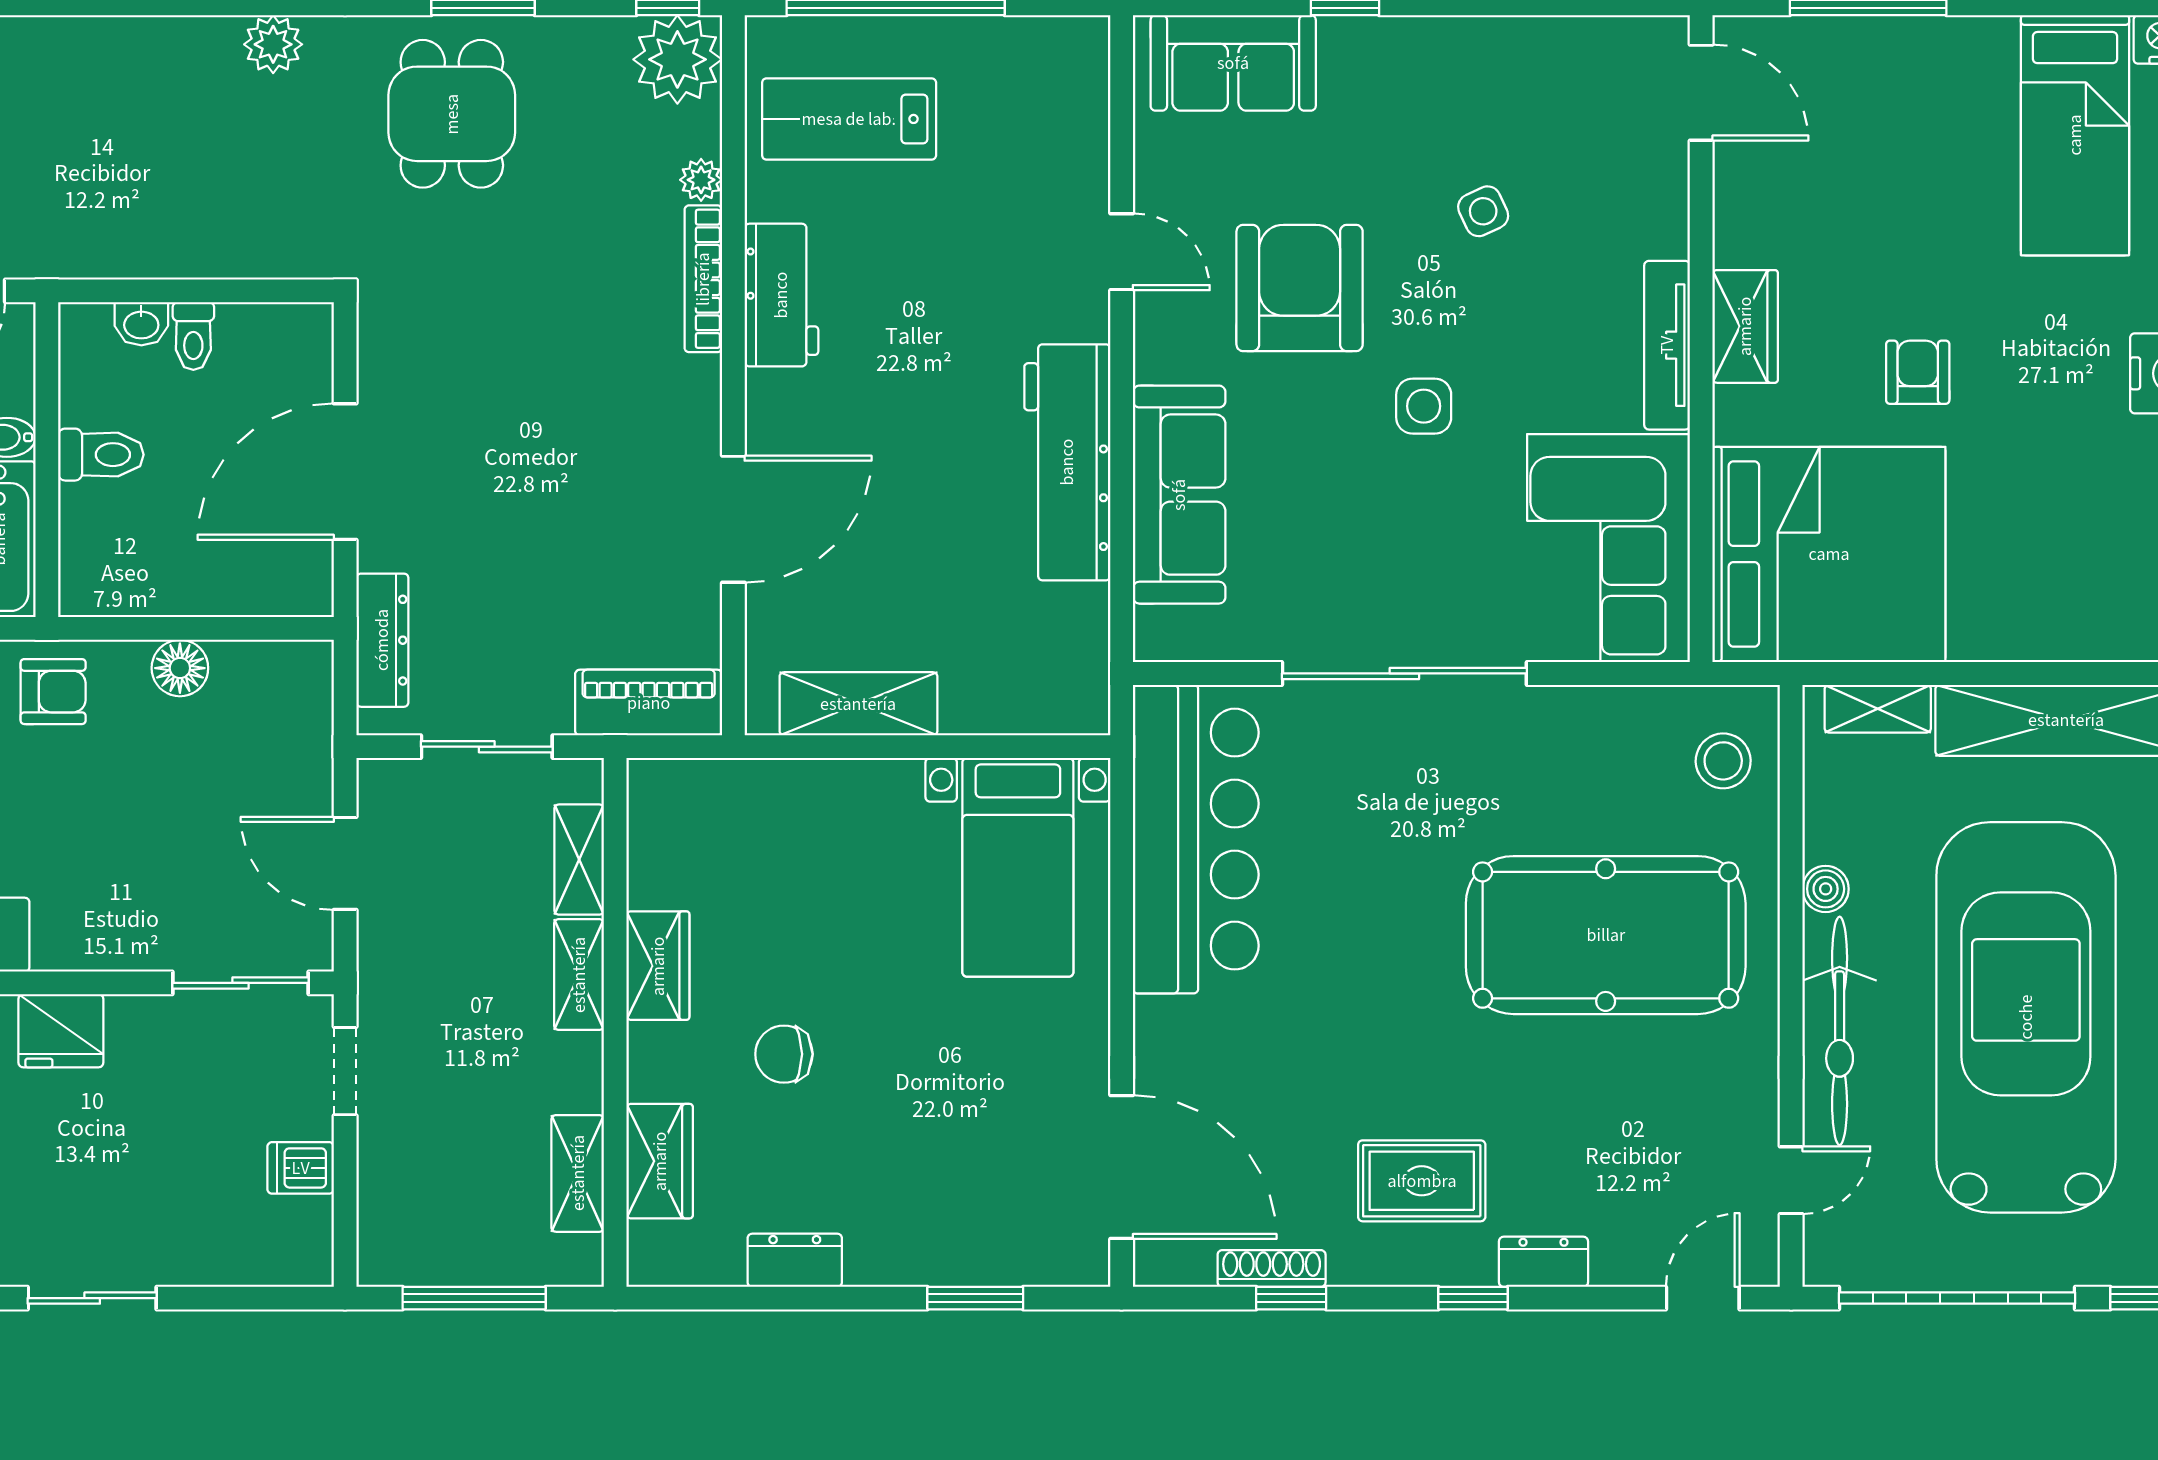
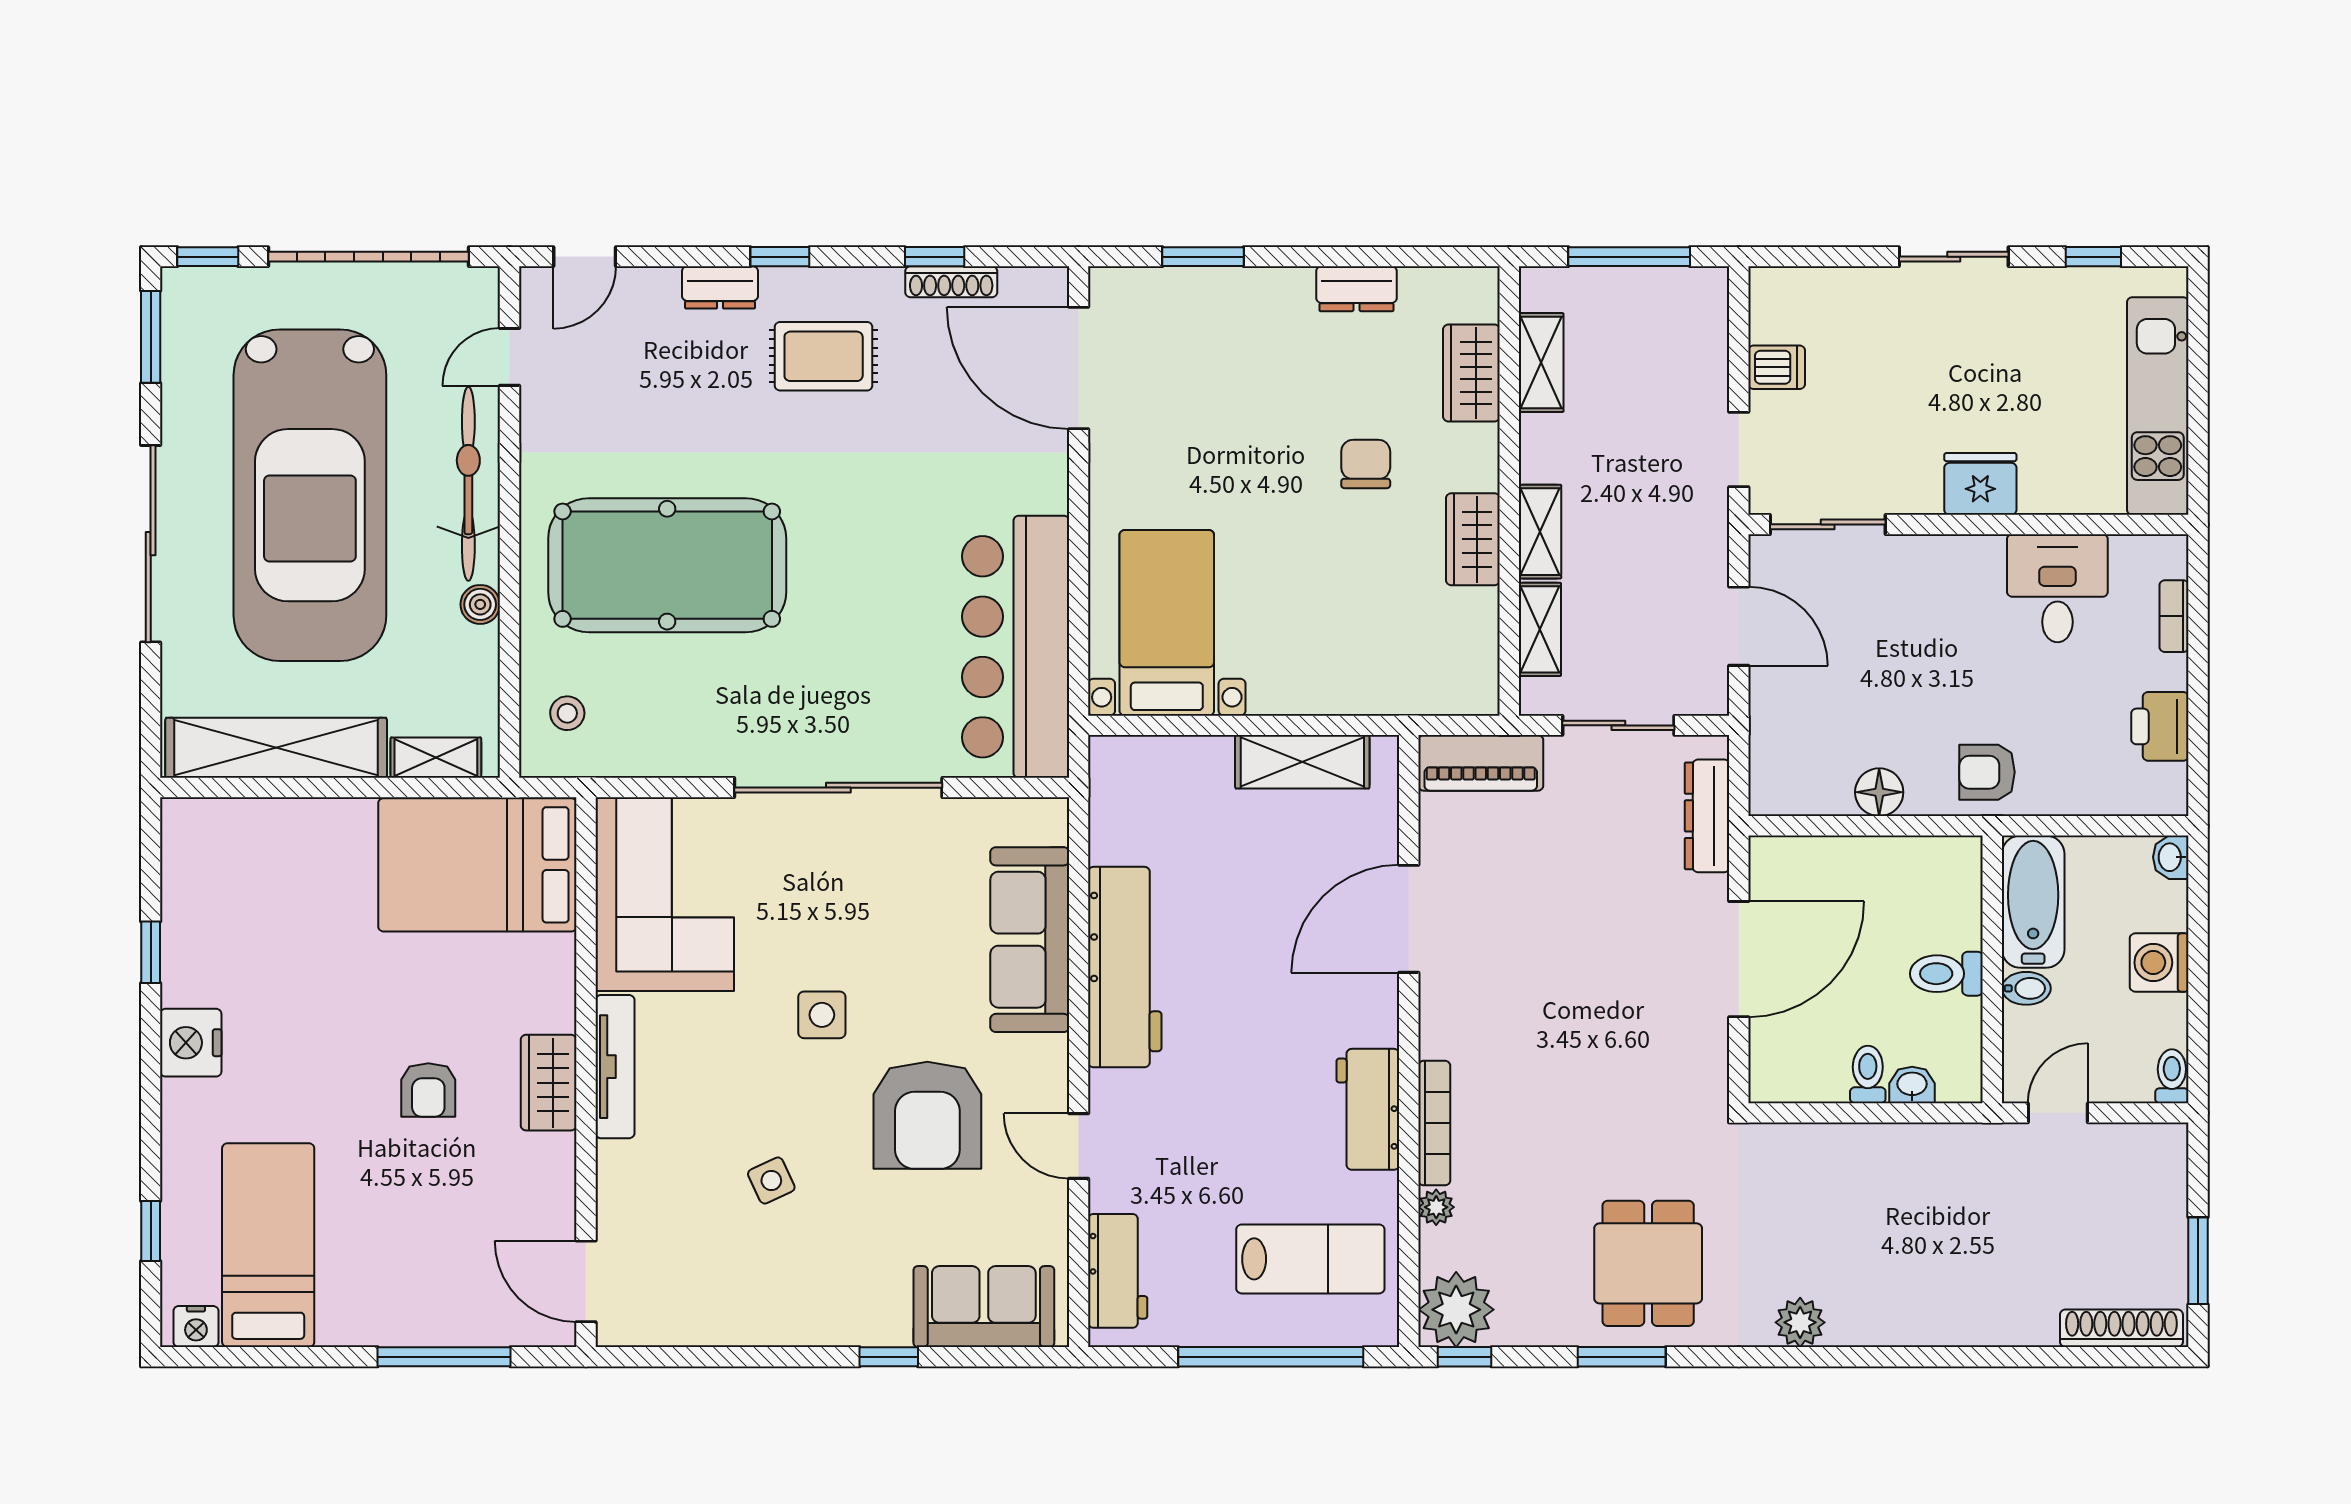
workbench: (1076, 105) -> (1118, 1271), added
armchair: (1918, 372) -> (428, 1090), moved
bed: (1829, 554) -> (477, 865), width x0.73
stool: (1723, 761) -> (567, 713), width x0.73, depth x0.73
chair: (784, 1054) -> (1366, 464), turned -90

